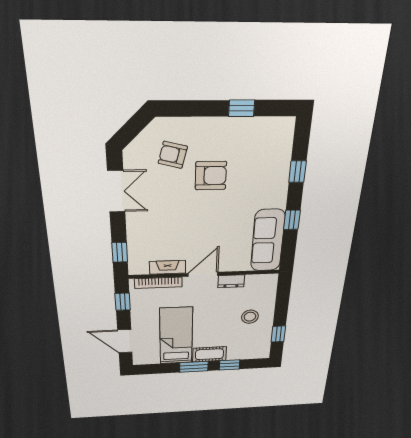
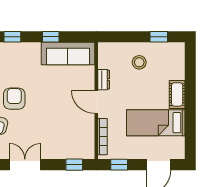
fireplace: (168, 267) -> (89, 129), removed
window: (230, 365) -> (190, 77), removed
window: (194, 367) -> (190, 107), removed

